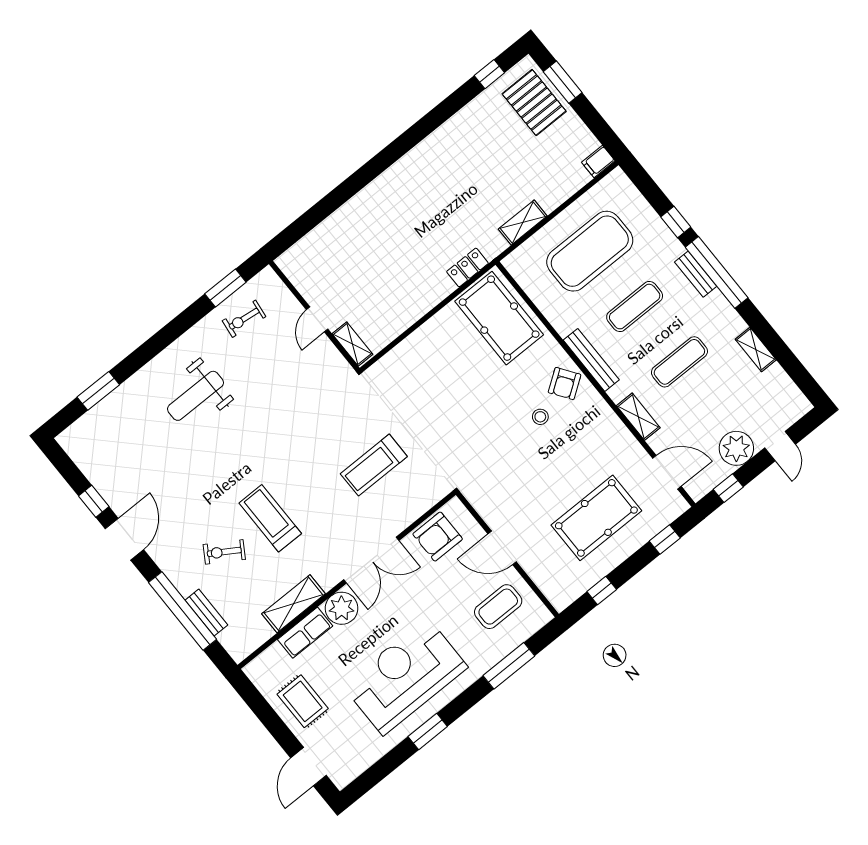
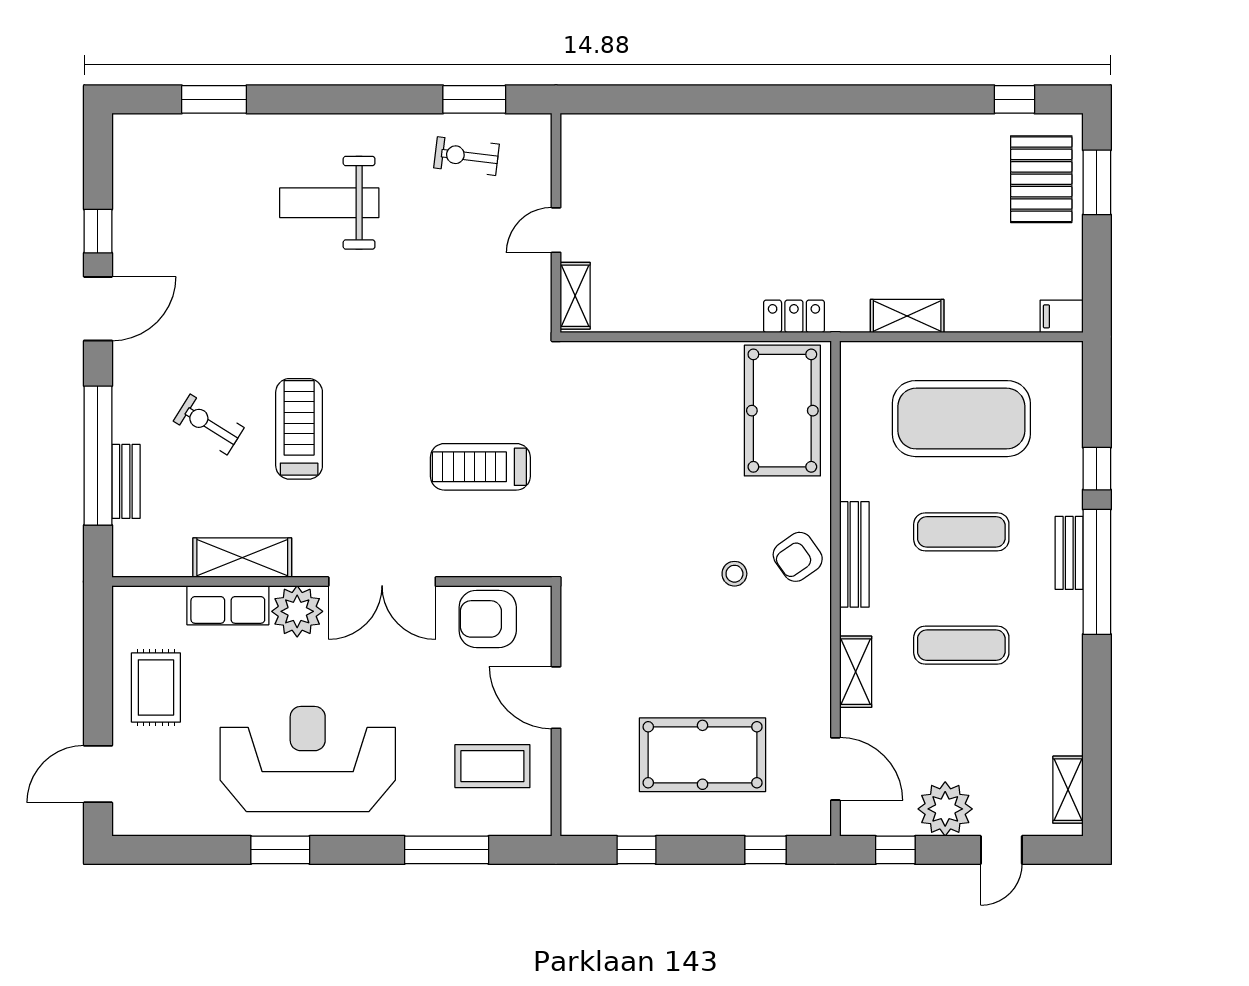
shelving: (756, 349) -> (1068, 790), moved

